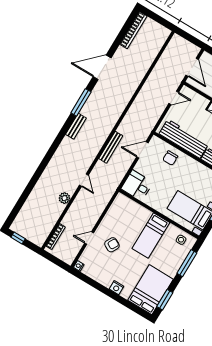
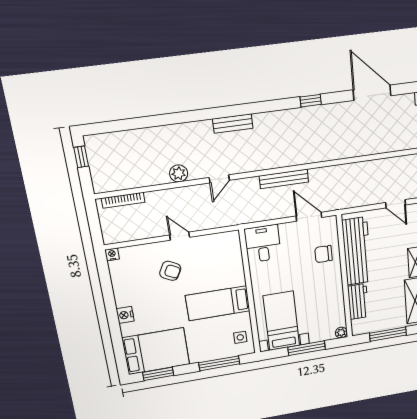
window: (81, 102) -> (311, 101), width x0.46
bench: (76, 126) -> (233, 123), moved
door: (89, 238) -> (180, 236), moved

